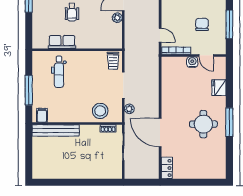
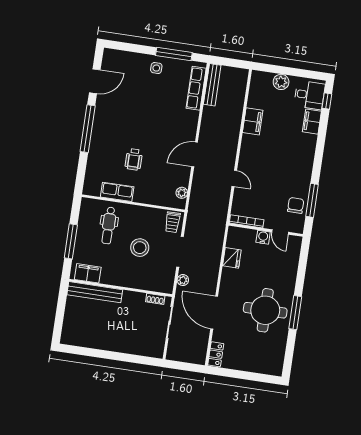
plant: (117, 18) -> (182, 193), moved
chair: (202, 24) -> (296, 205), moved
door: (160, 35) -> (234, 178), moved
fridge: (219, 88) -> (232, 258), moved, turned 180
stool: (100, 111) -> (140, 248), moved
filing cabinet: (42, 115) -> (88, 273), width x2.00
round table: (203, 124) -> (265, 310), width x1.36, depth x1.36

